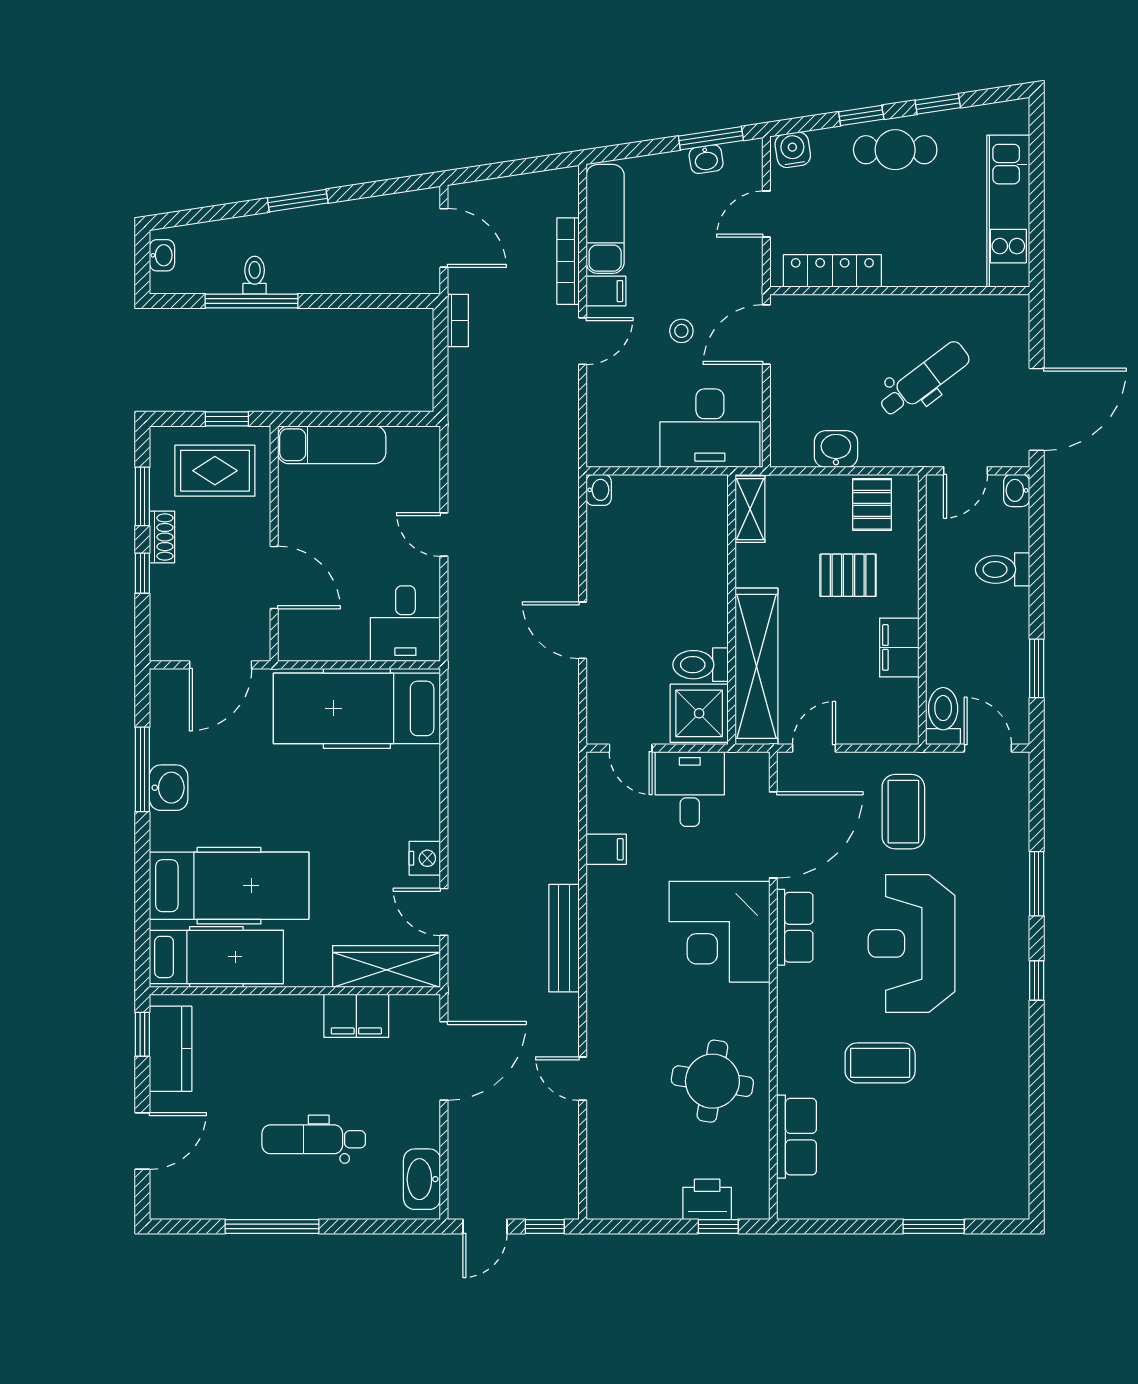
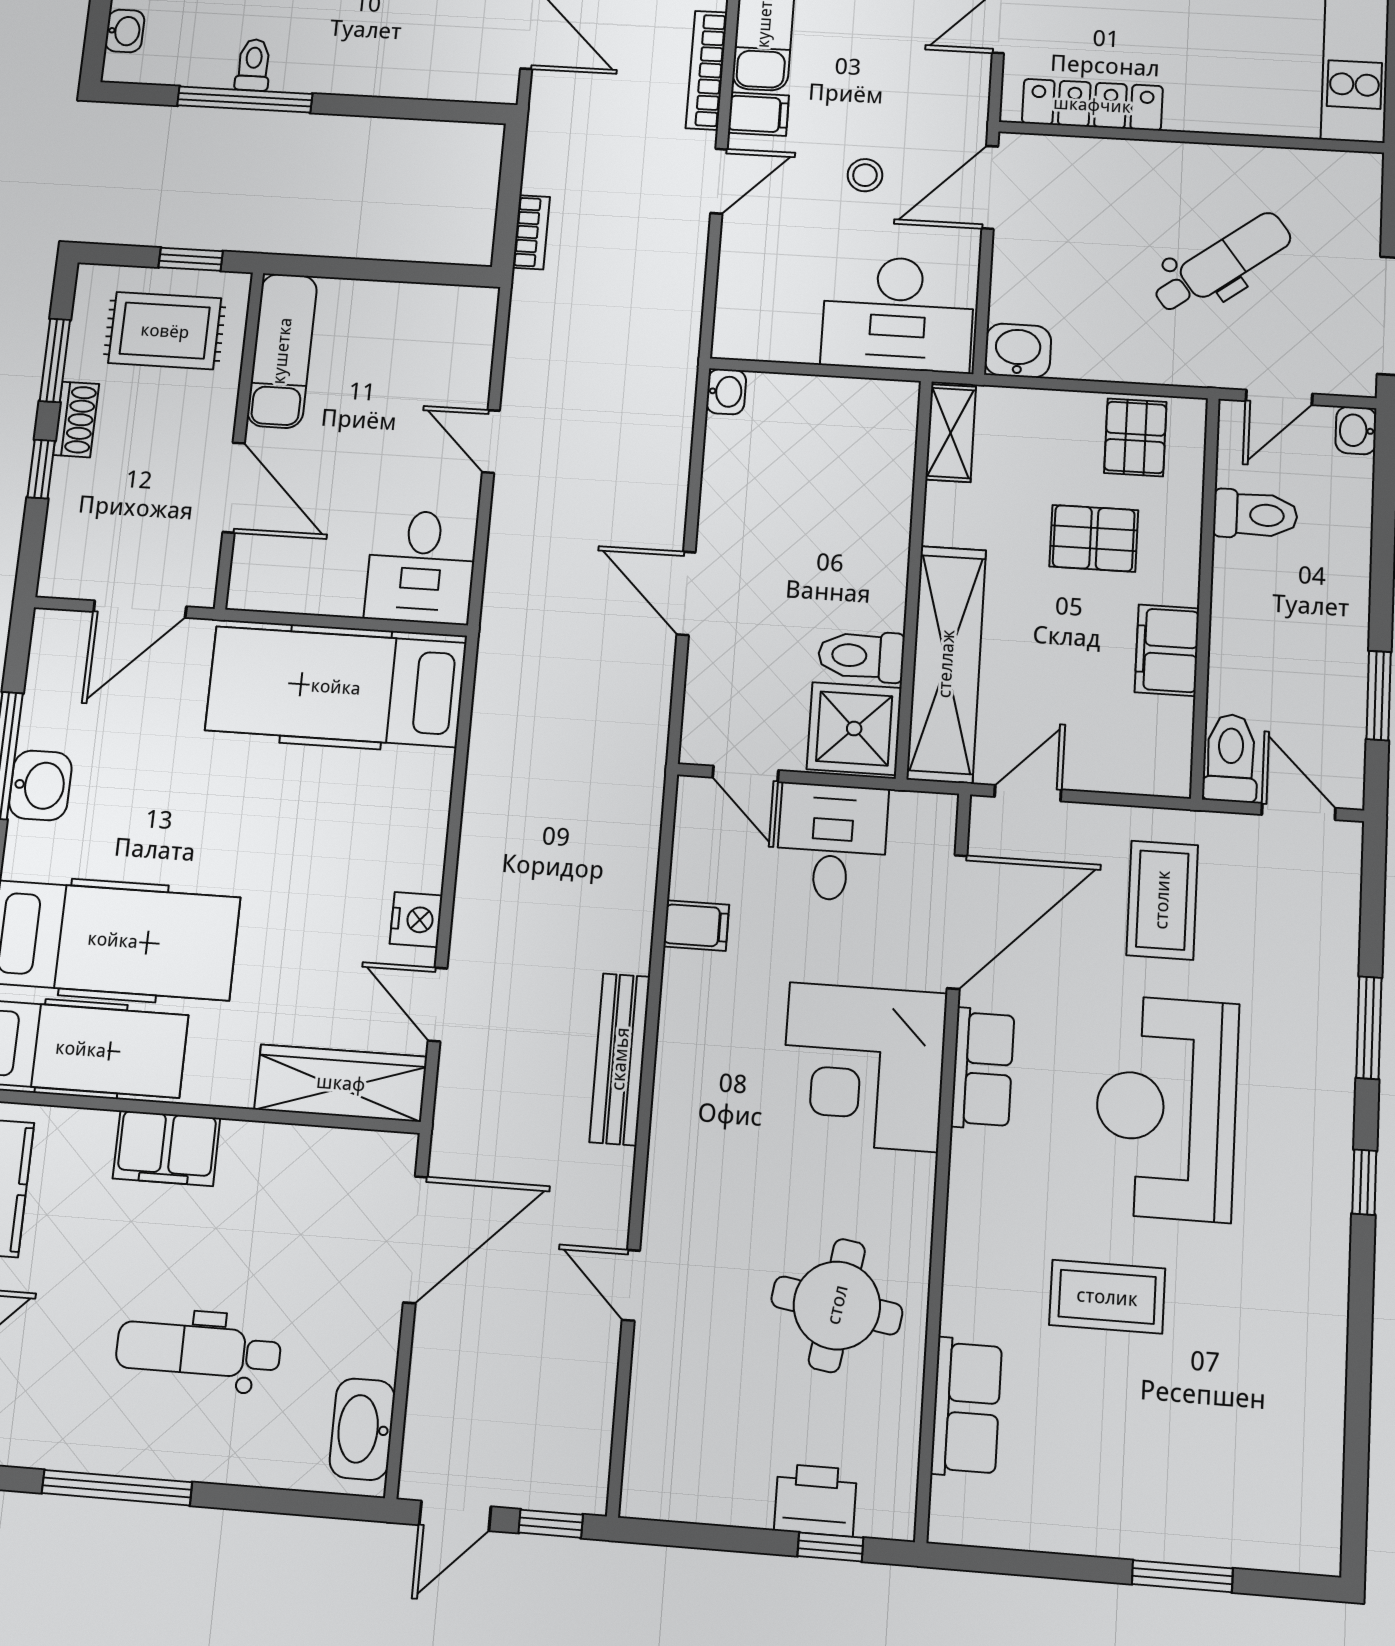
bookcase: (458, 320) -> (531, 232), moved
exam couch: (332, 445) -> (282, 351), moved, turned -90
washbasin: (836, 449) -> (1018, 351), moved
toilet: (1003, 569) -> (1255, 515), moved, turned 180
filing cabinet: (356, 1016) -> (166, 1148), moved

